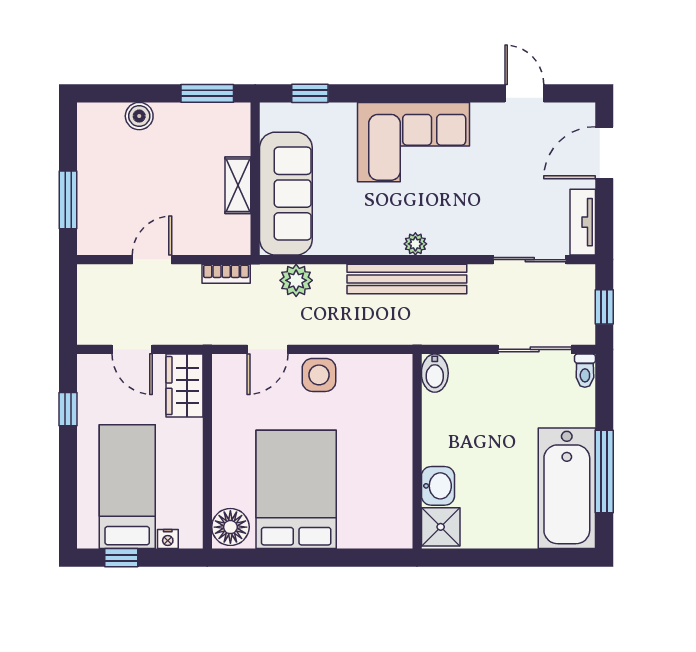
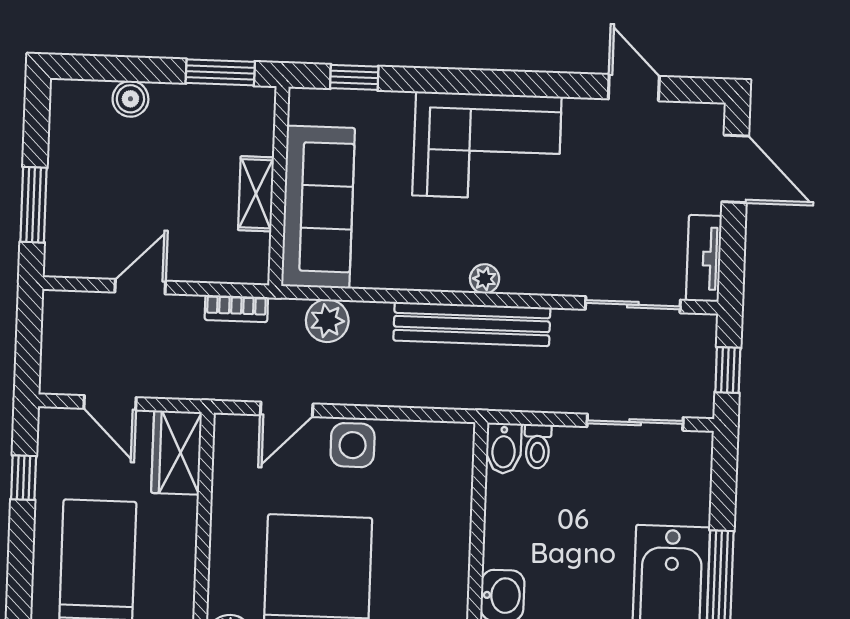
door: (604, 153) -> (735, 169), swing flipped
toilet: (585, 371) -> (538, 446), moved

